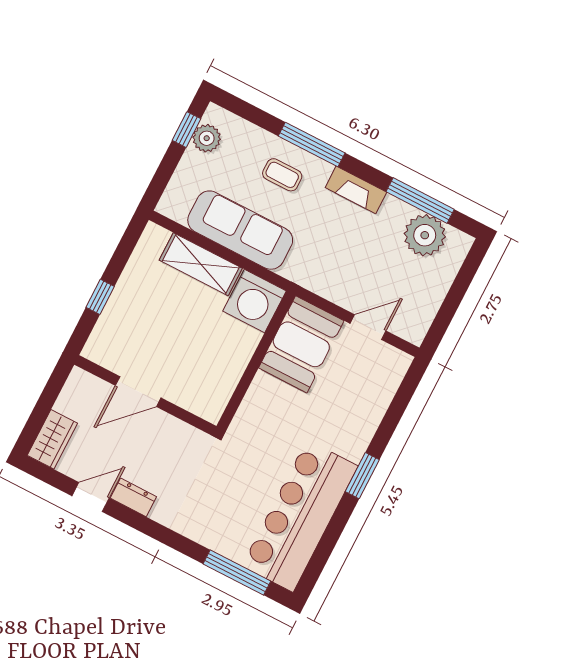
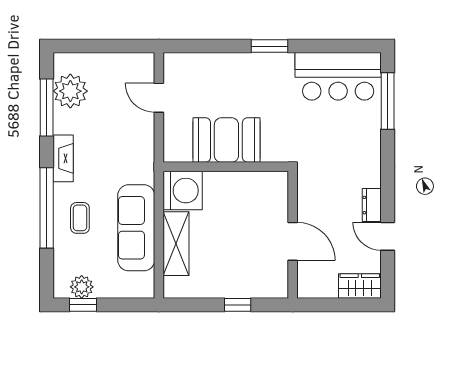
window: (312, 144) -> (47, 208), width x1.46
booth: (301, 344) -> (226, 140), moved
bar counter: (300, 516) -> (338, 76), width x0.73

